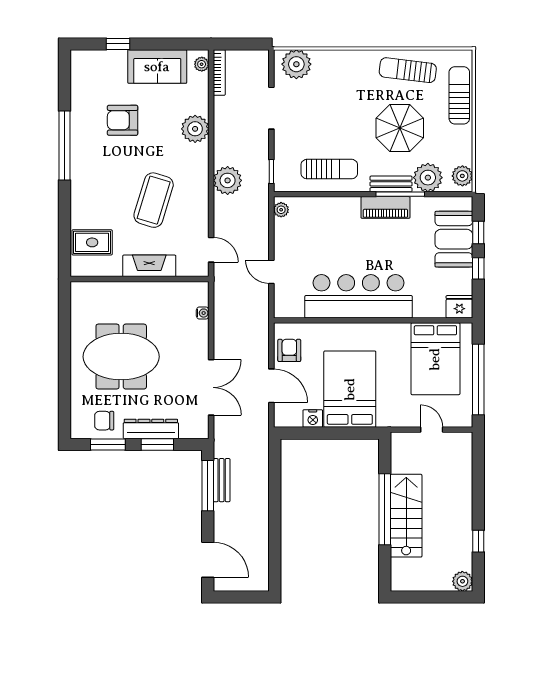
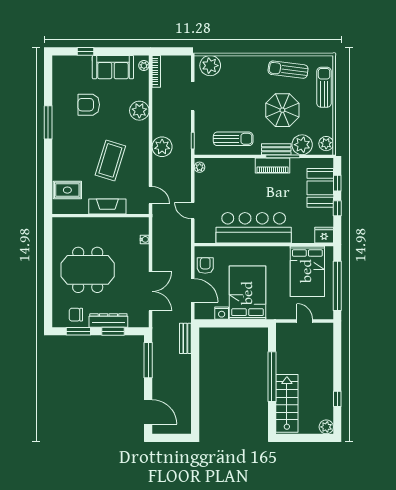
window: (65, 145) -> (48, 122), width x0.68
bench: (222, 480) -> (185, 338), moved
stairs: (406, 516) -> (287, 403), moved

